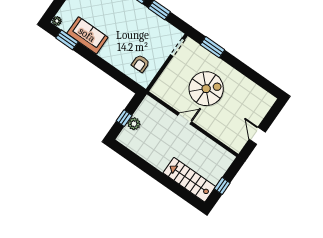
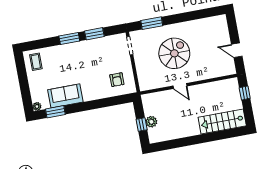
door: (185, 118) -> (180, 86), swing flipped
window: (222, 186) -> (245, 93), moved

